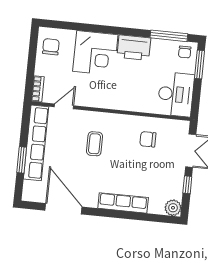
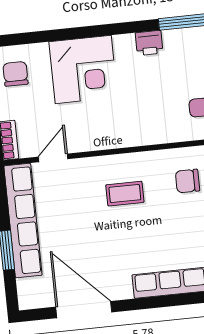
printer: (134, 48) -> (149, 43), width x0.53, depth x0.68
coffee table: (95, 144) -> (125, 194), moved, turned 90

